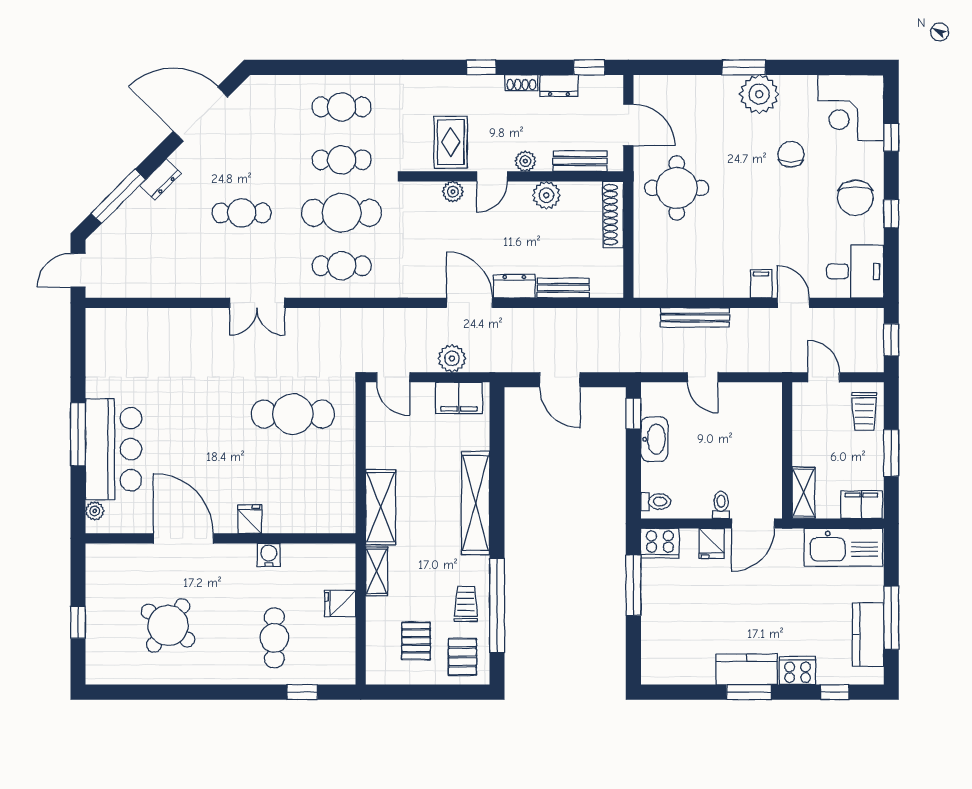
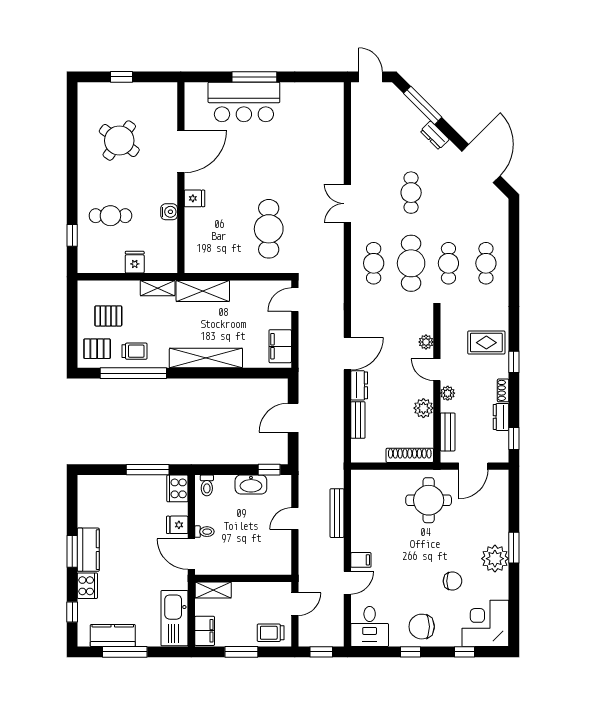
rug: (451, 142) -> (486, 343), moved
plant: (452, 358) -> (308, 341), removed
plant: (95, 511) -> (200, 89), removed

